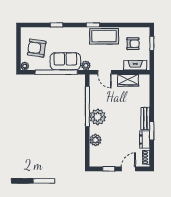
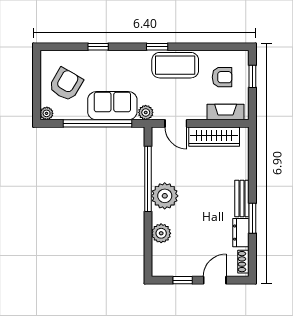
armchair: (37, 48) -> (66, 84), turned 111
wardrobe: (128, 80) -> (214, 137), width x1.50

